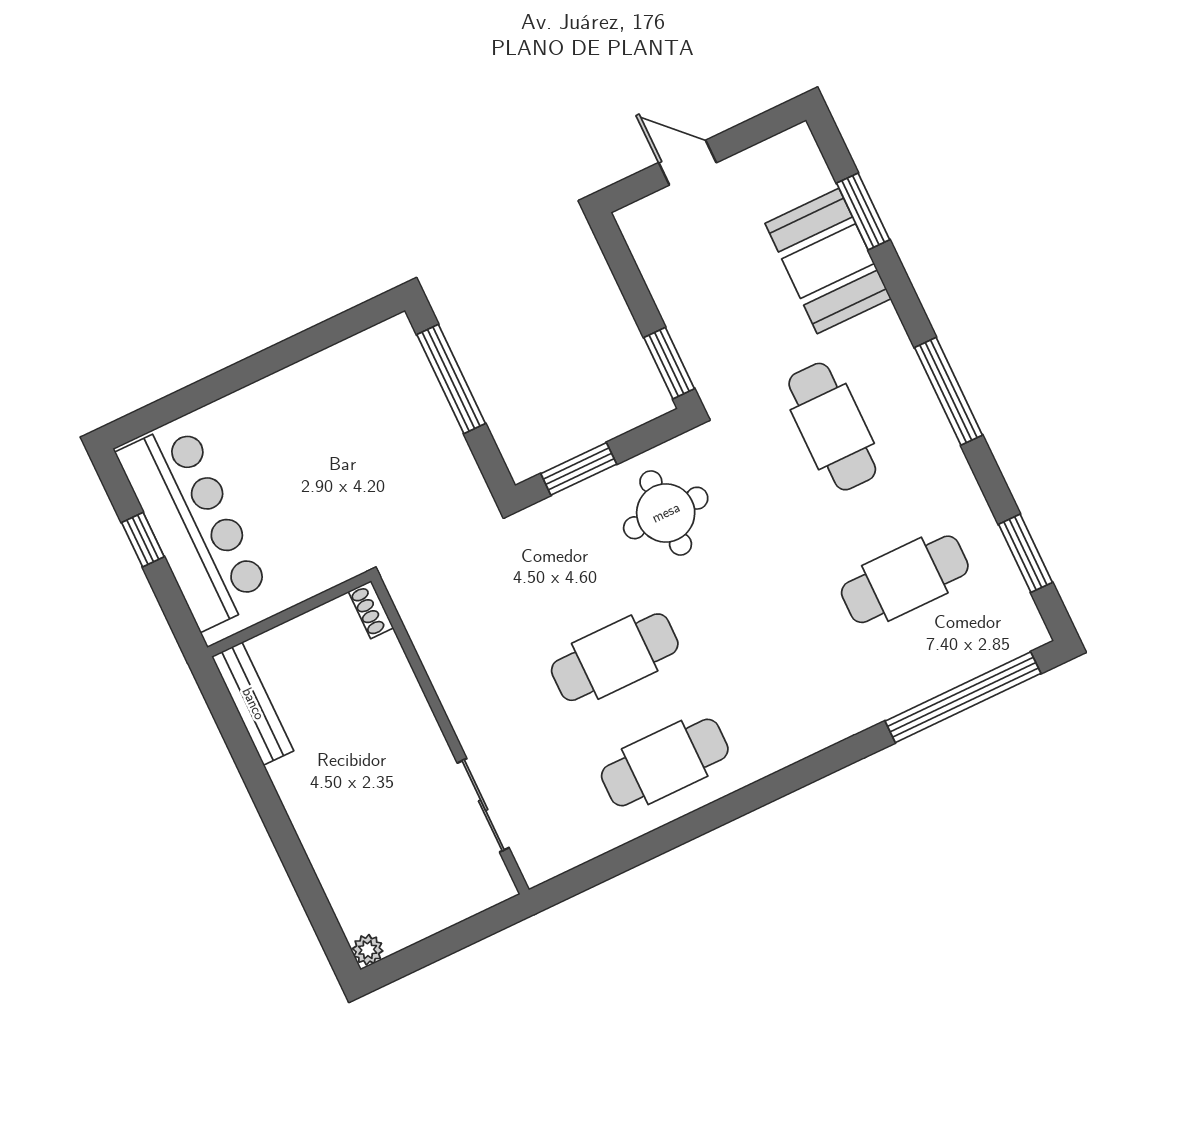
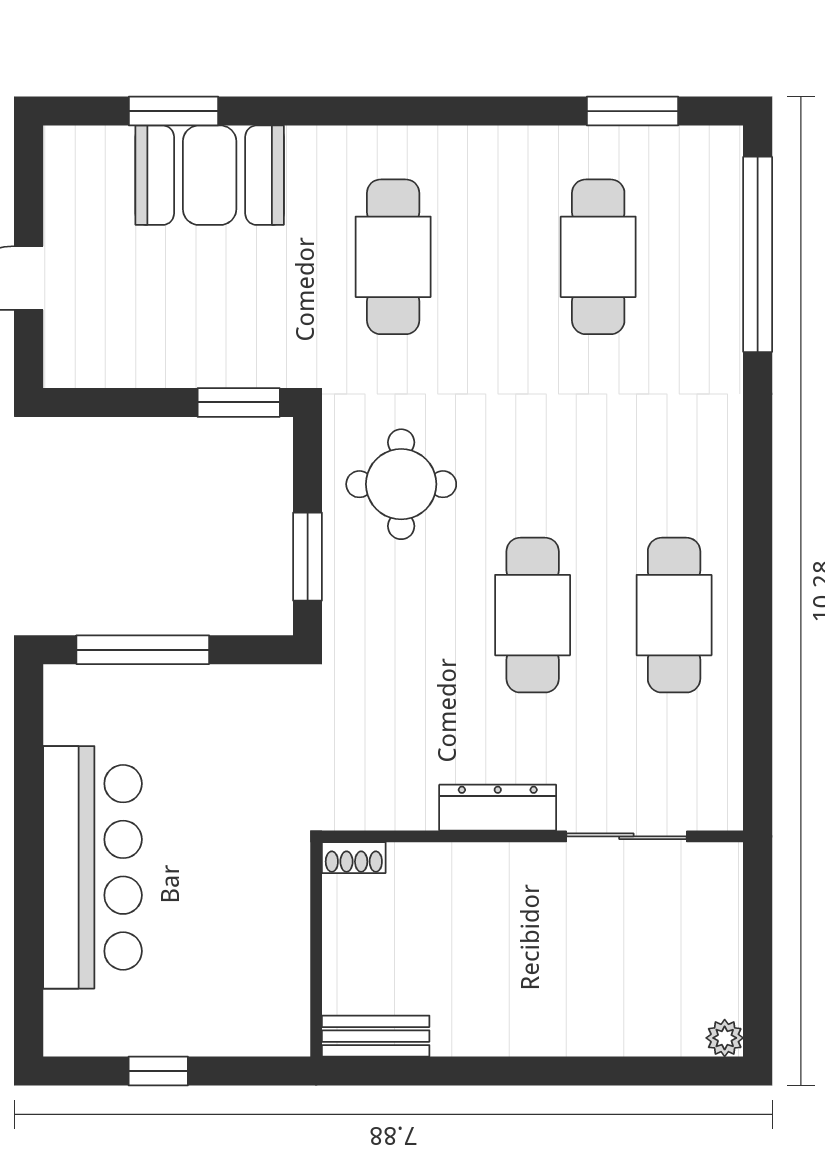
window: (949, 391) -> (415, 111), removed
cafe table: (832, 427) -> (393, 257), turned 90
bar counter: (194, 525) -> (92, 867), moved, turned 90
dresser: (459, 699) -> (498, 808), added
bench: (253, 704) -> (376, 1036), width x0.73

